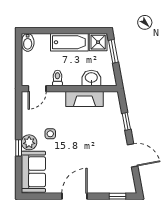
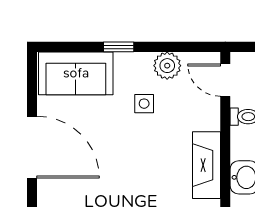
plant: (29, 142) -> (167, 66), moved
door: (74, 196) -> (32, 147), width x1.36

